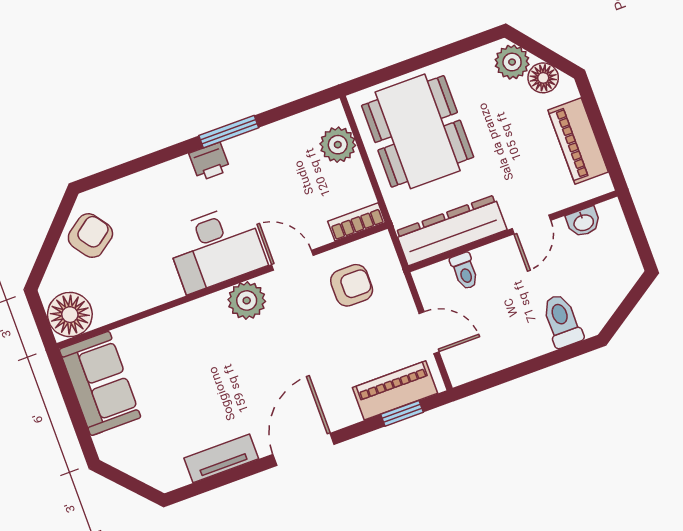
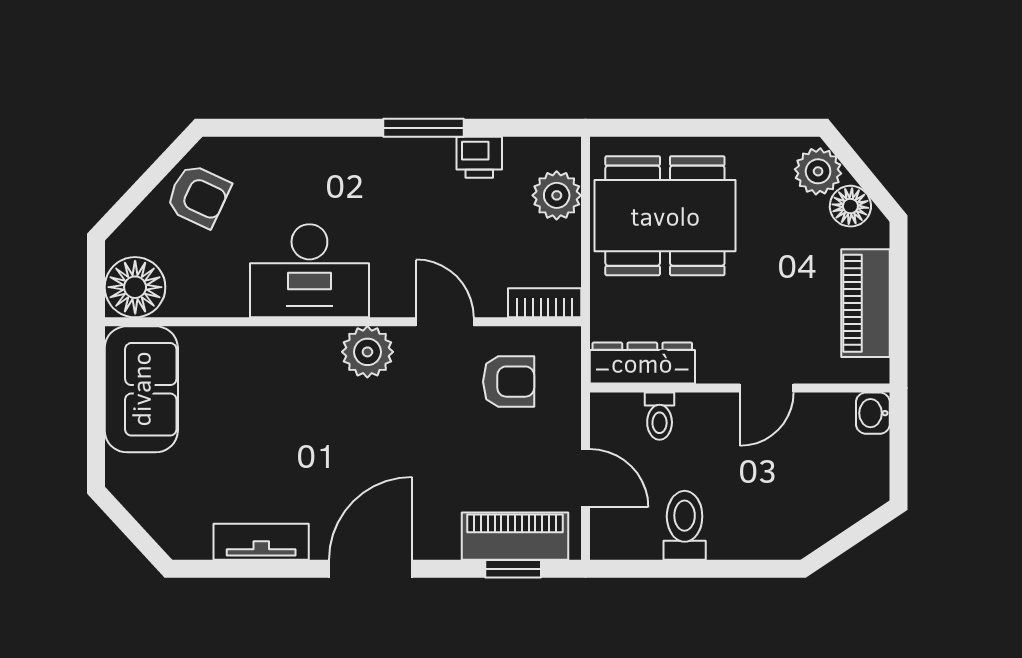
dining table: (418, 131) -> (665, 216), turned 90
printer: (210, 162) -> (479, 157), moved
washbasin: (583, 222) -> (873, 413), moved, turned 90
dresser: (451, 230) -> (642, 363), width x0.73, depth x0.80
armchair: (90, 236) -> (198, 196), turned 61
desk: (216, 248) -> (309, 271), moved
toilet: (562, 321) -> (685, 525), moved

